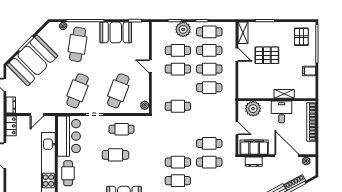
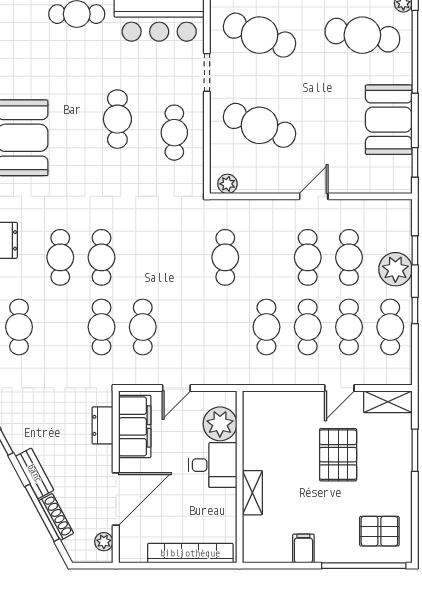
desk: (282, 112) -> (213, 465), moved

